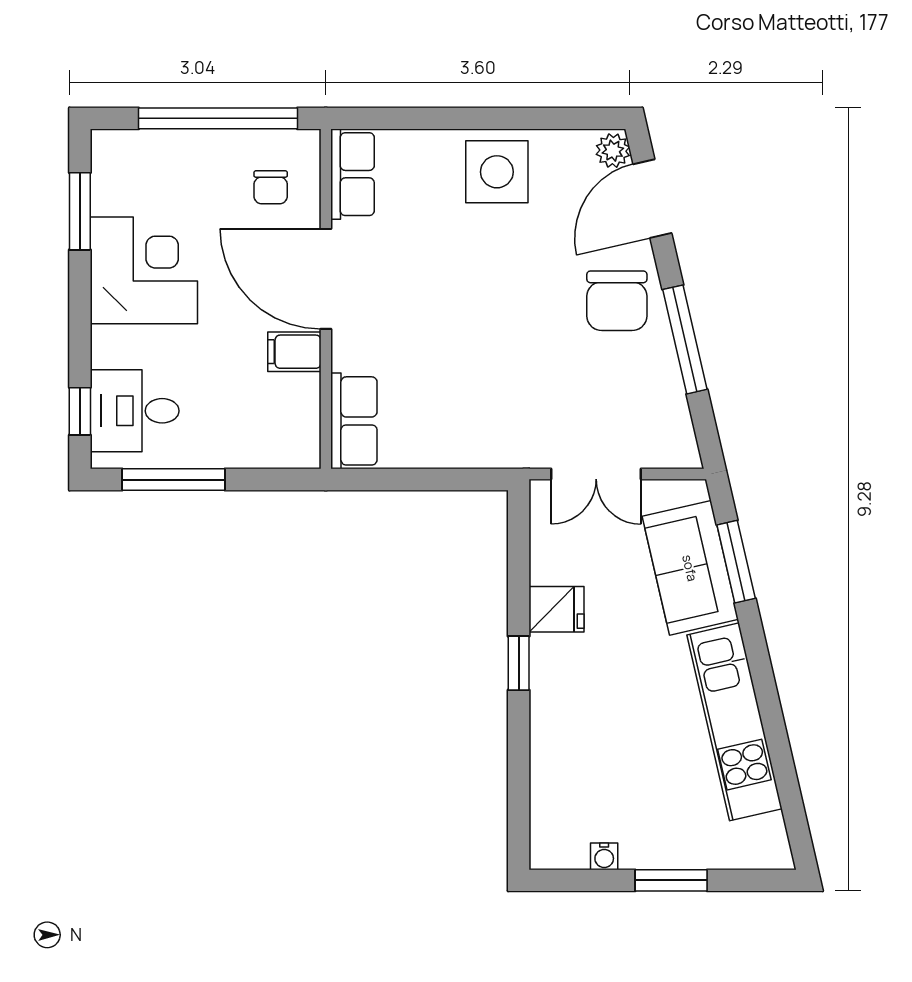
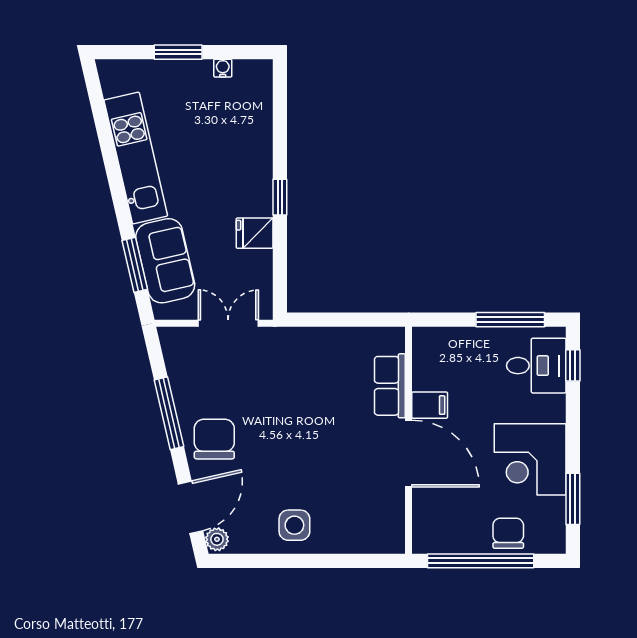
side table: (497, 172) -> (294, 525), width x0.73, depth x0.73
row of seats: (352, 174) -> (391, 524), removed
chair: (271, 187) -> (508, 533), moved, width x1.37, depth x1.37
row of seats: (354, 421) -> (390, 386), moved

